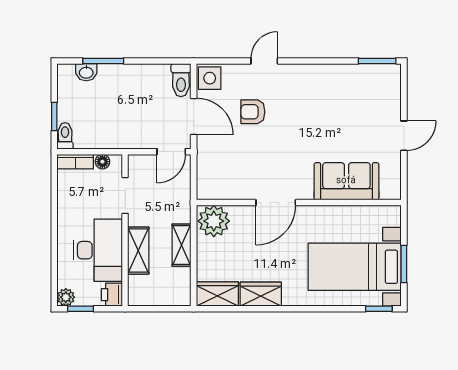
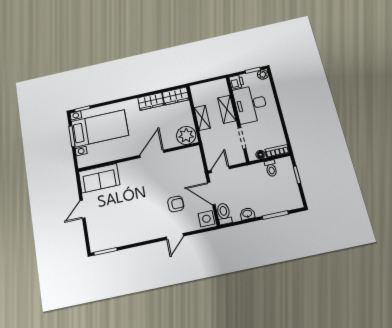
washbasin: (86, 72) -> (247, 214), moved
toilet: (65, 136) -> (271, 168), moved
sofa: (346, 181) -> (99, 178), moved

